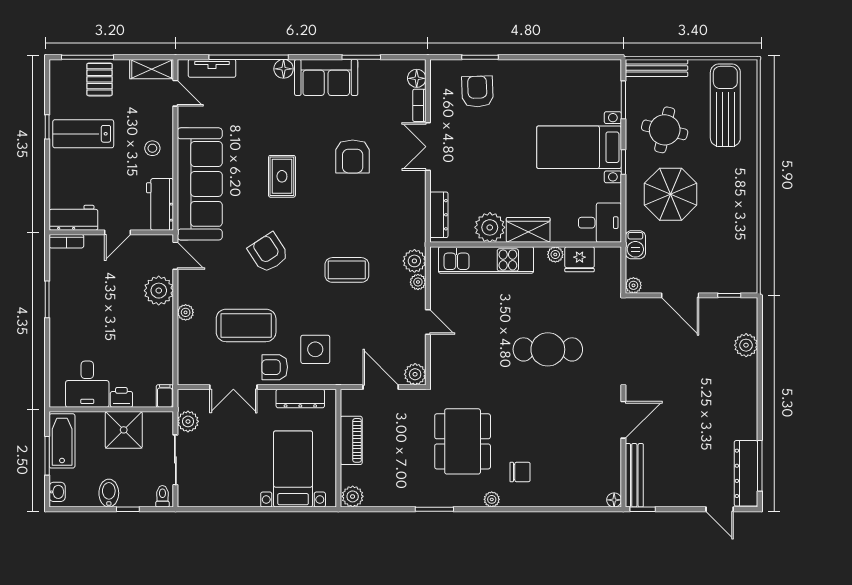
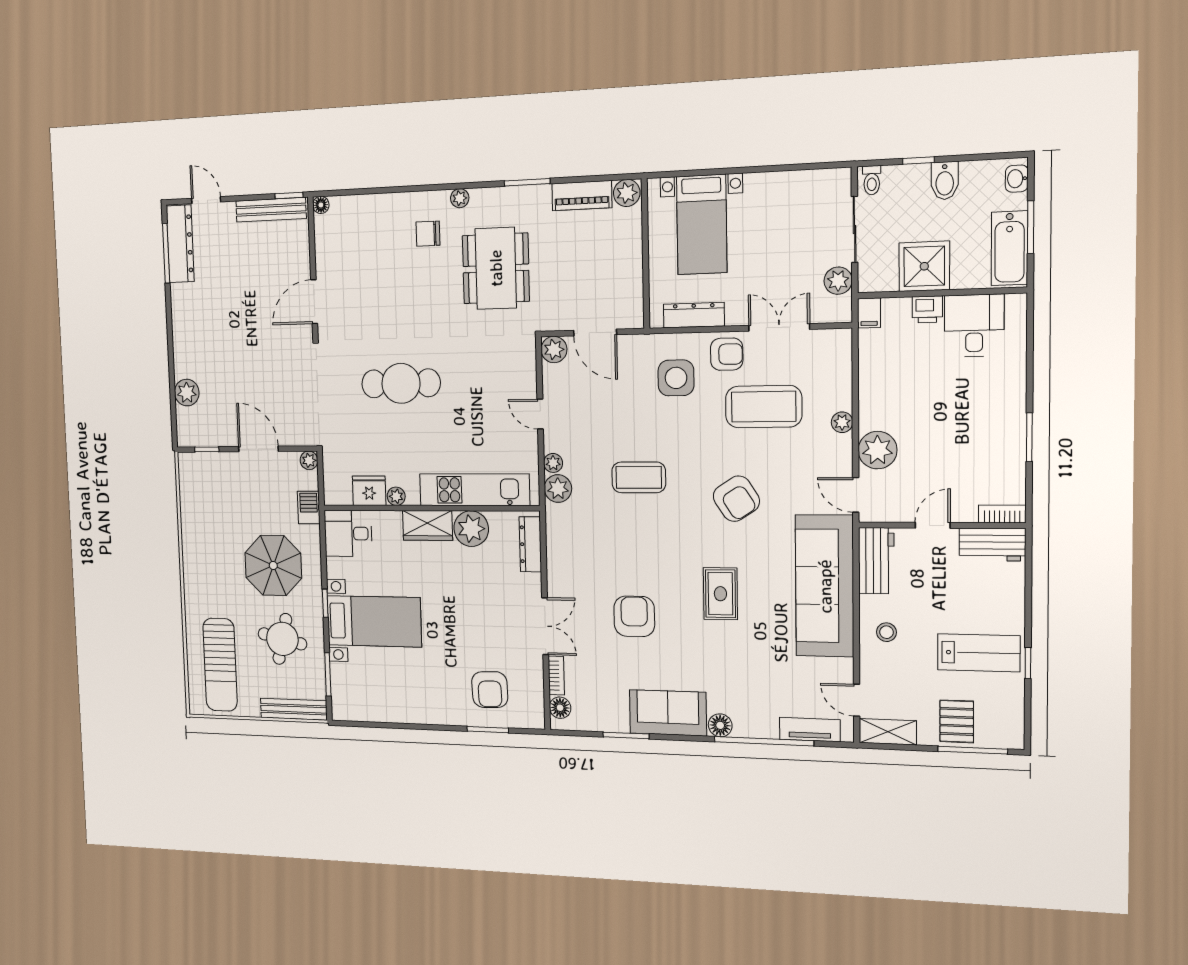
piano: (351, 440) -> (582, 196), moved, turned -90
bench: (634, 475) -> (271, 210), moved, turned 90

